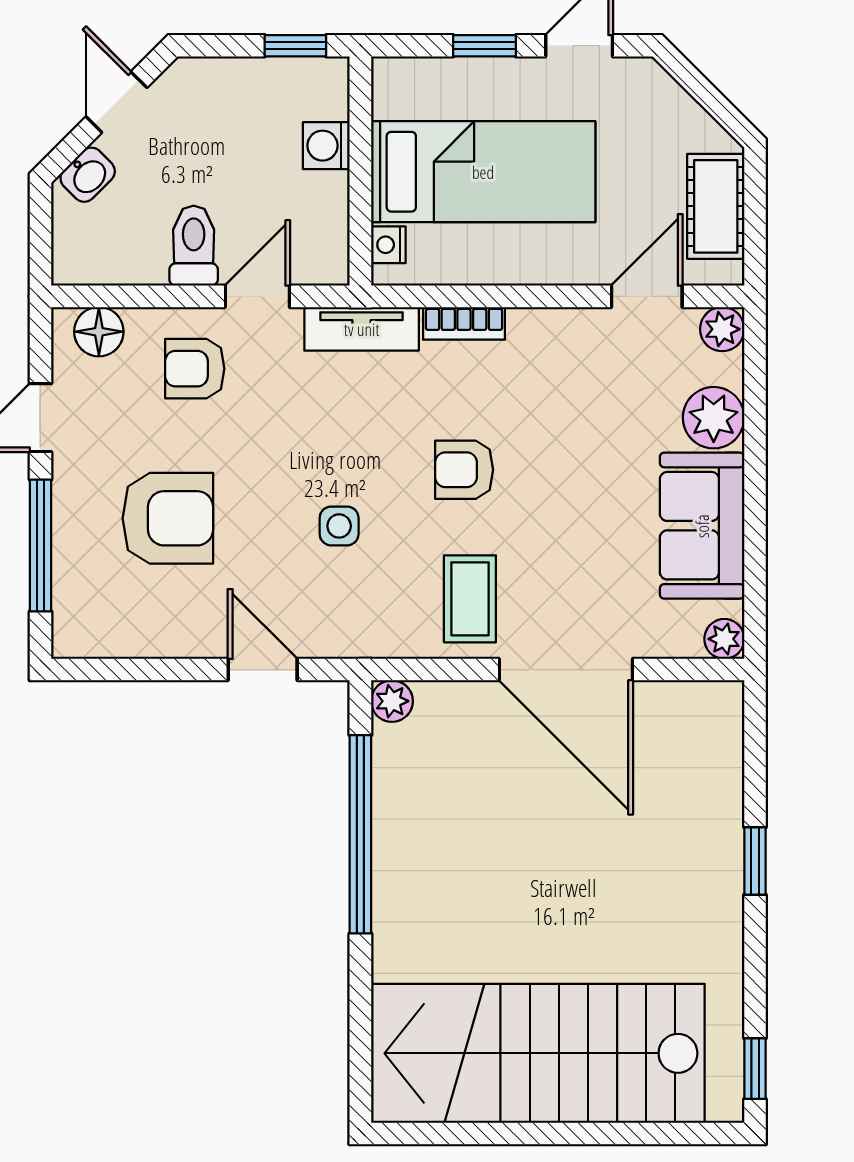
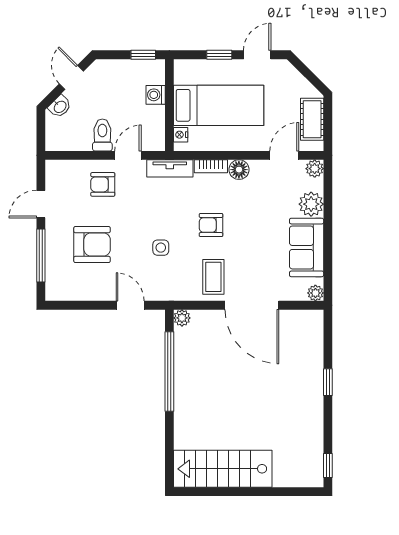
floor lamp: (99, 332) -> (239, 170), moved
stairs: (538, 1053) -> (223, 469), width x0.73, depth x0.66

